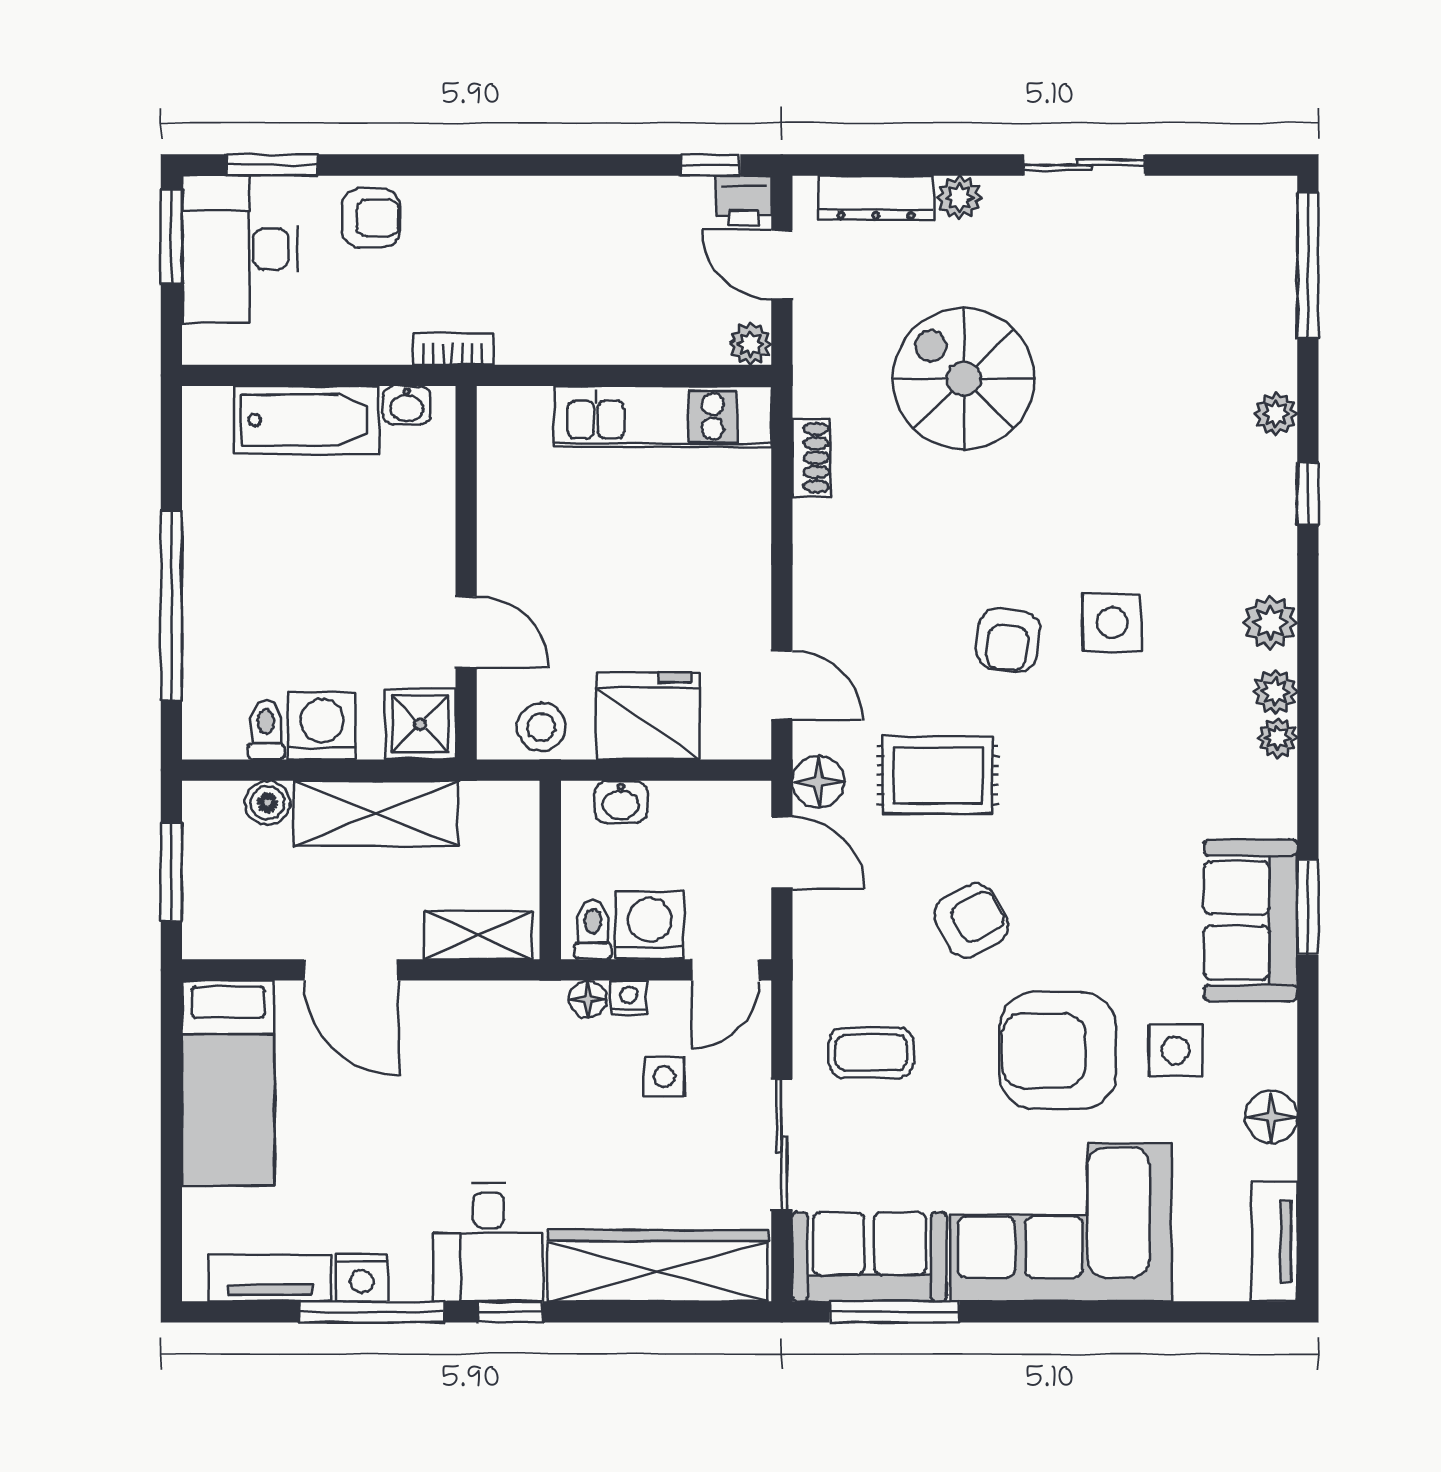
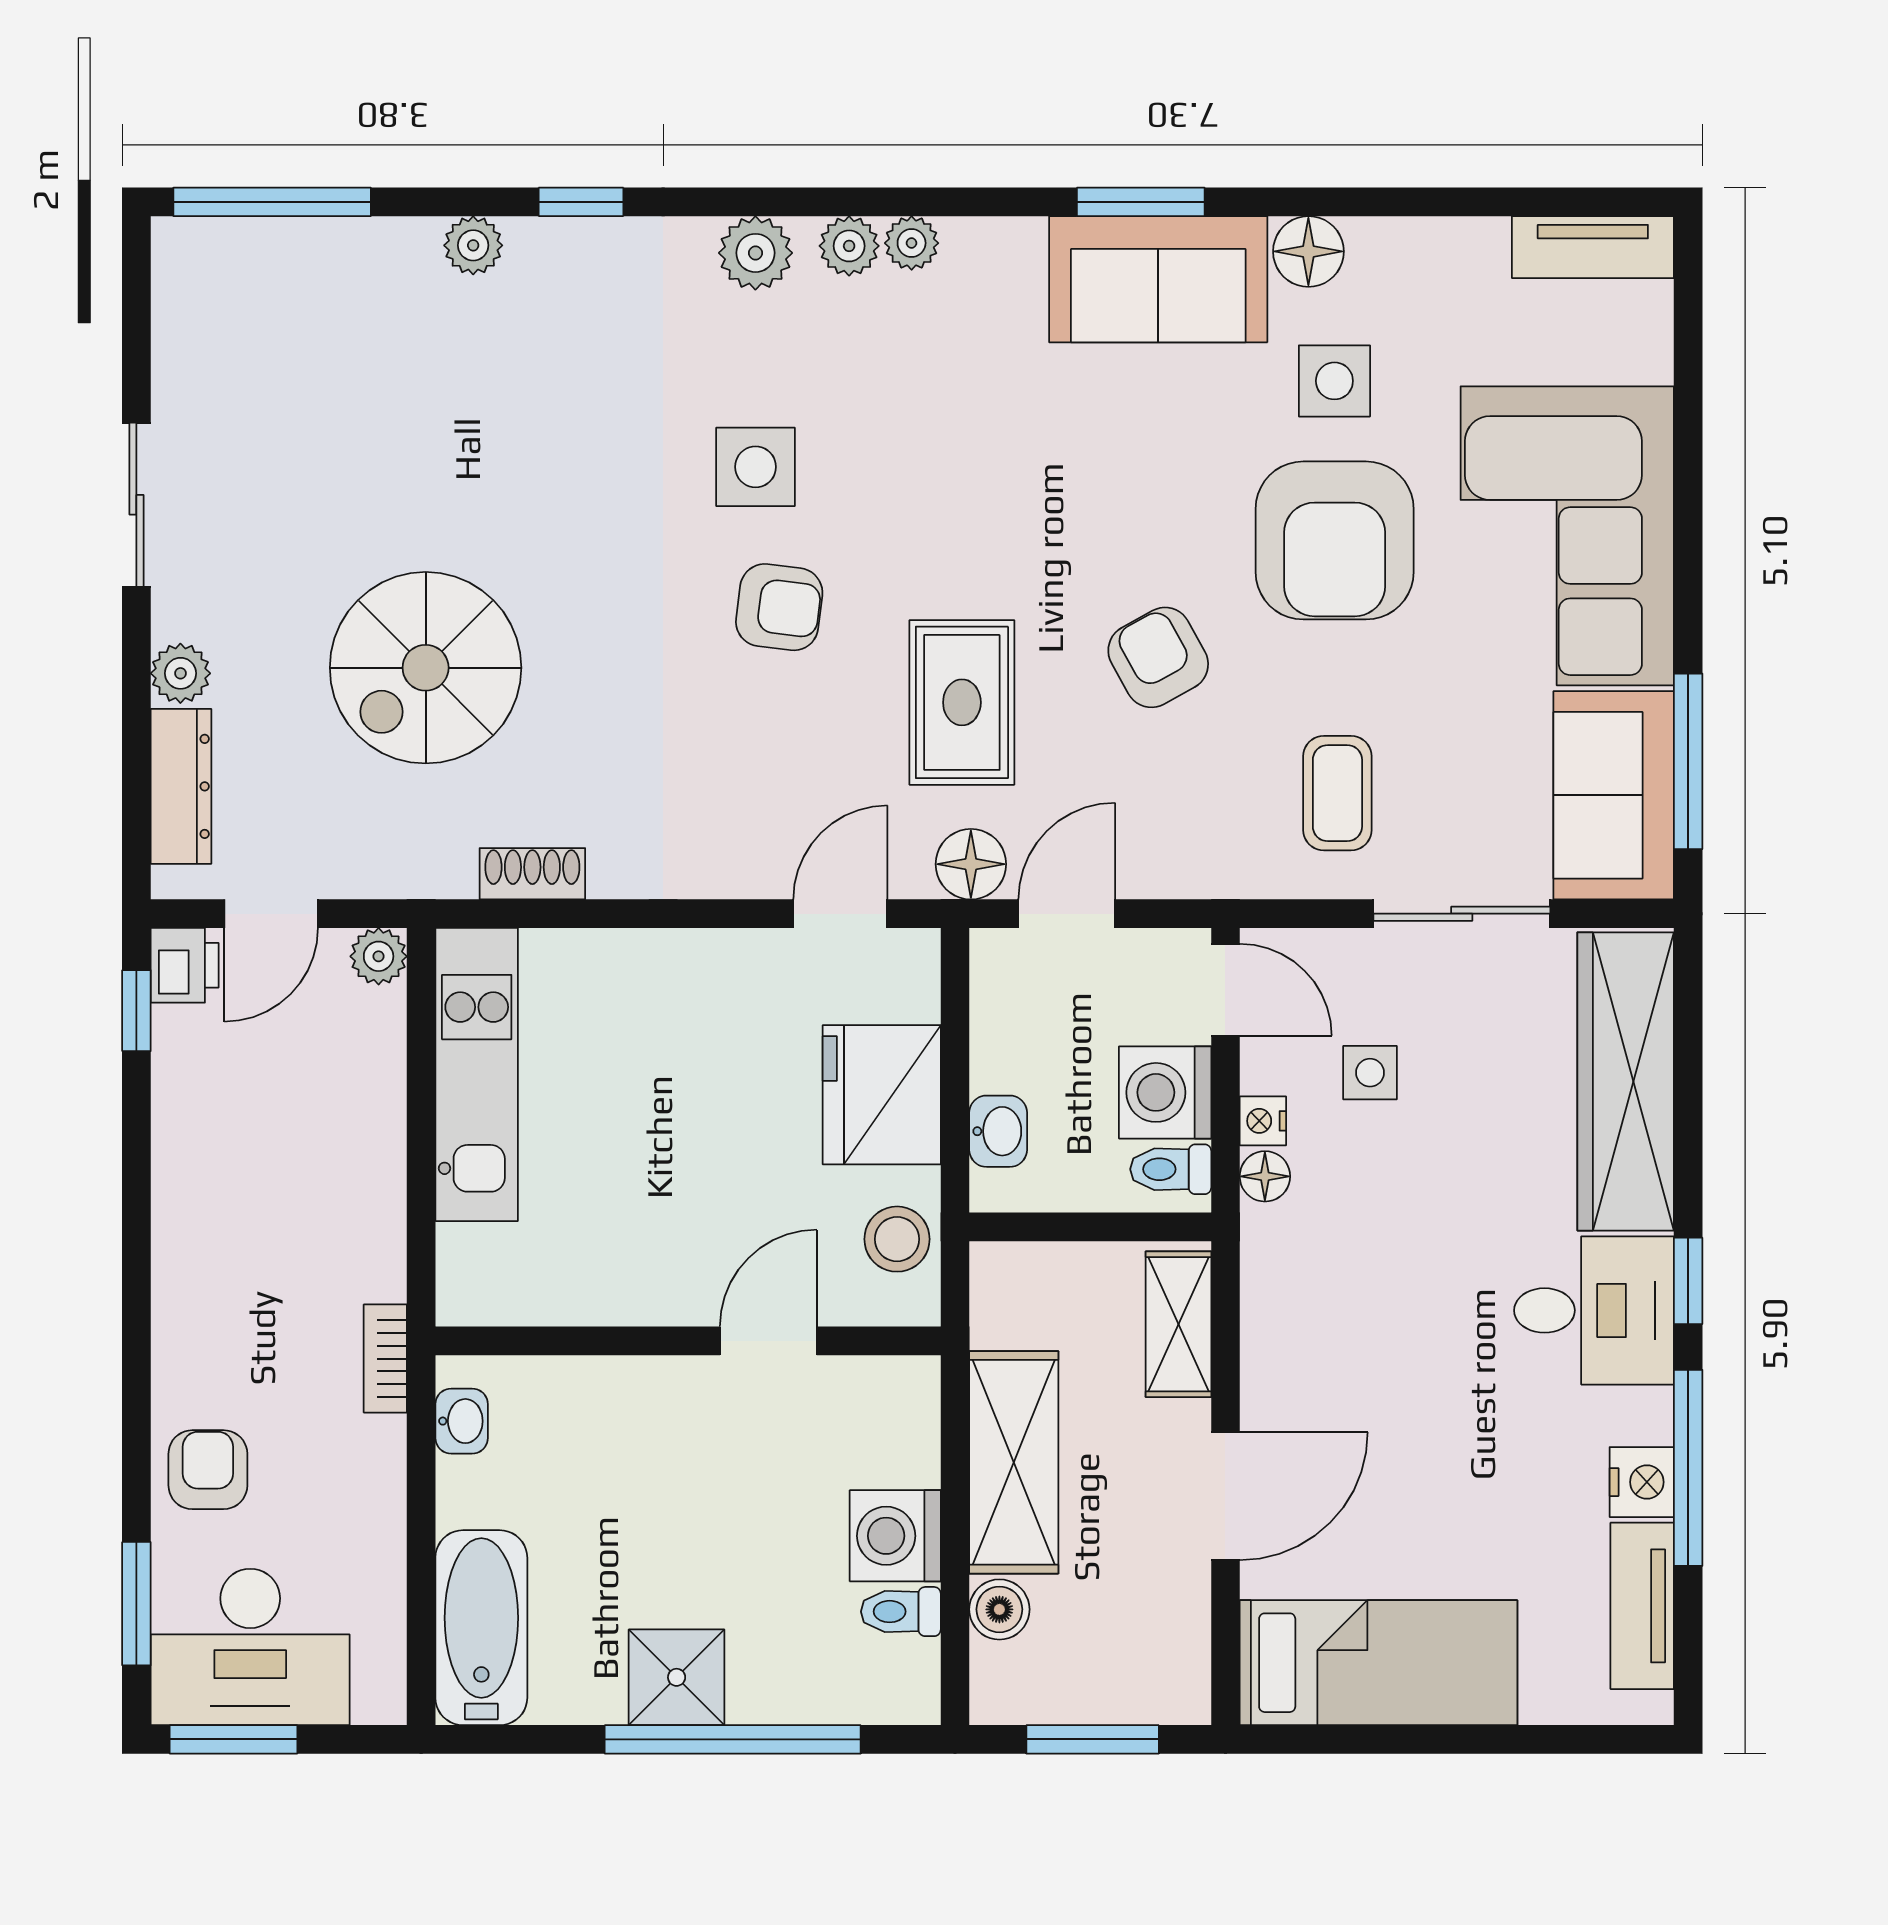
bathtub: (306, 420) -> (481, 1628), moved
shower: (420, 724) -> (677, 1677), moved
floor lamp: (1271, 1117) -> (1308, 251), moved

